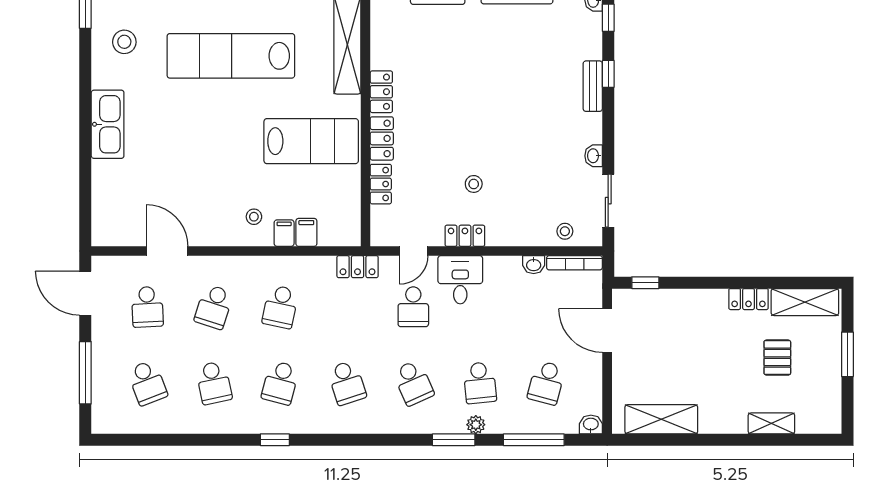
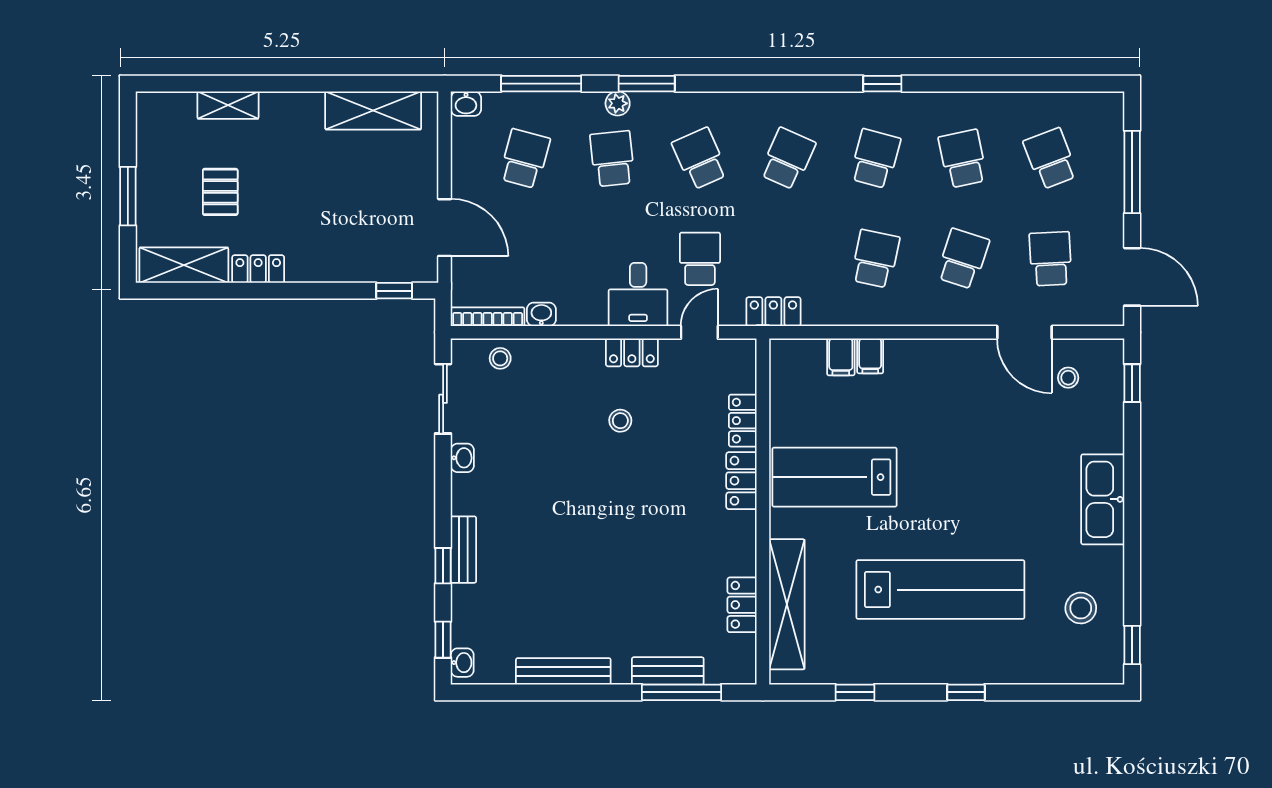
locker: (381, 92) -> (742, 605), moved
window: (85, 212) -> (1132, 383), added
stool: (254, 217) -> (1068, 378), moved
school desk: (347, 383) -> (788, 159), turned 42

